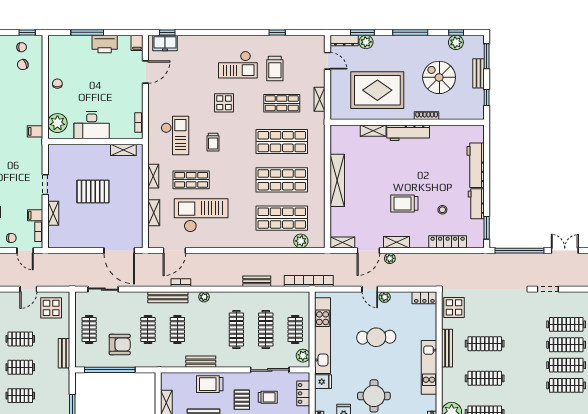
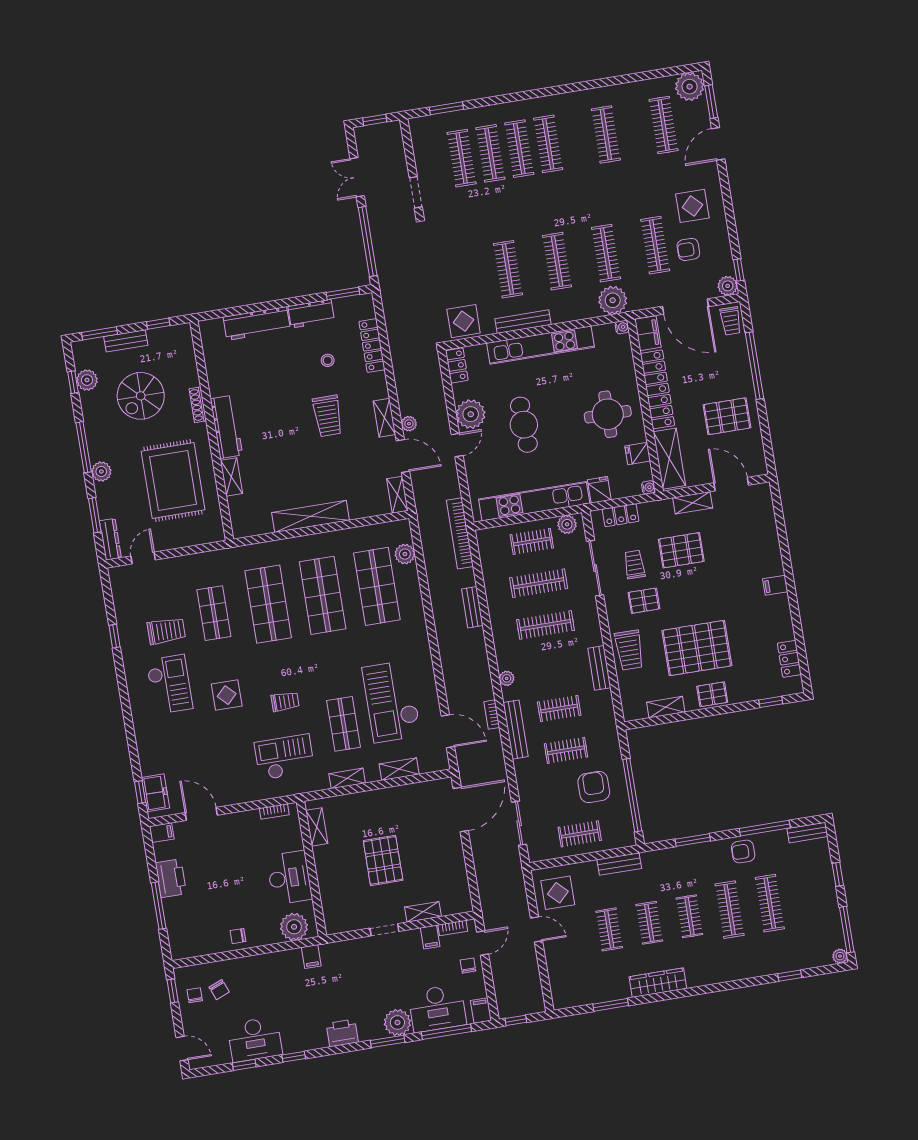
plant: (366, 42) -> (101, 471), moved
shelving: (320, 99) -> (199, 560), removed
plant: (385, 297) -> (471, 414), width x1.88, depth x1.88
kitchen unit: (429, 367) -> (540, 345), width x1.36

